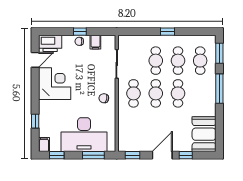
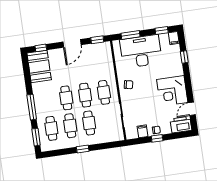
window: (186, 155) -> (41, 48), moved

